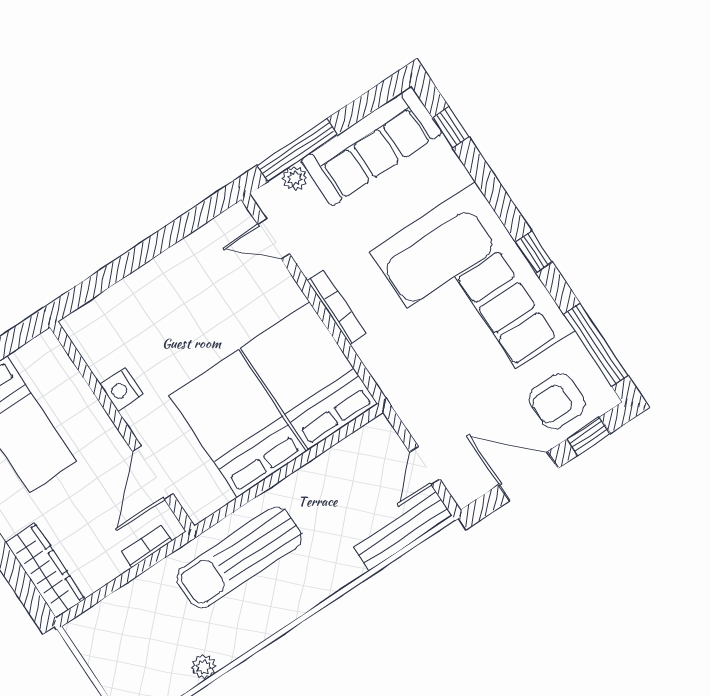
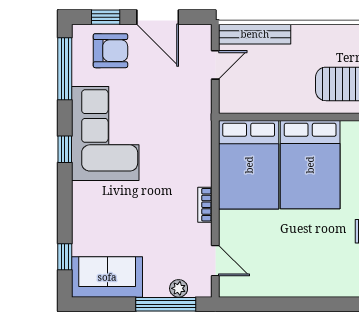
sofa: (372, 146) -> (107, 277), width x0.73
corner sofa: (472, 291) -> (105, 133), width x0.73, depth x0.74
bookcase: (337, 307) -> (205, 205), width x0.64

